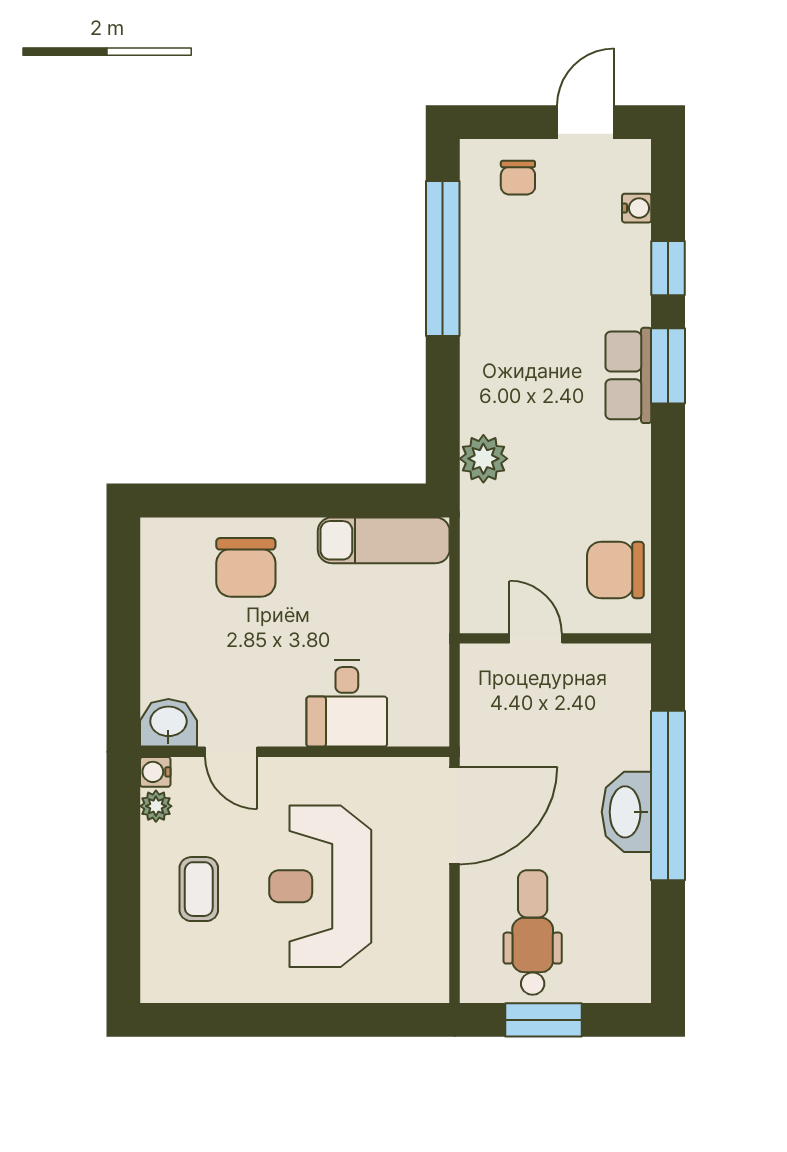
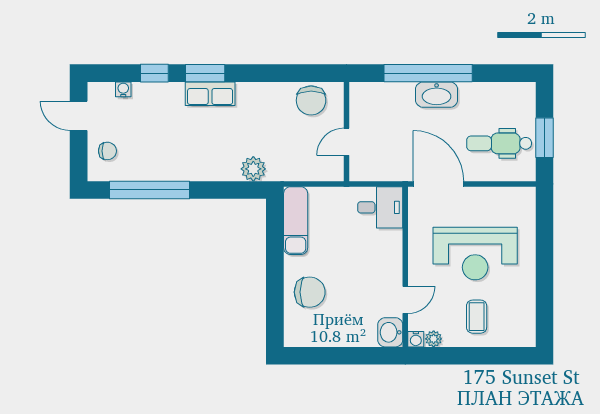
desk: (347, 703) -> (380, 207), moved
coffee table: (199, 889) -> (477, 317), turned 90

